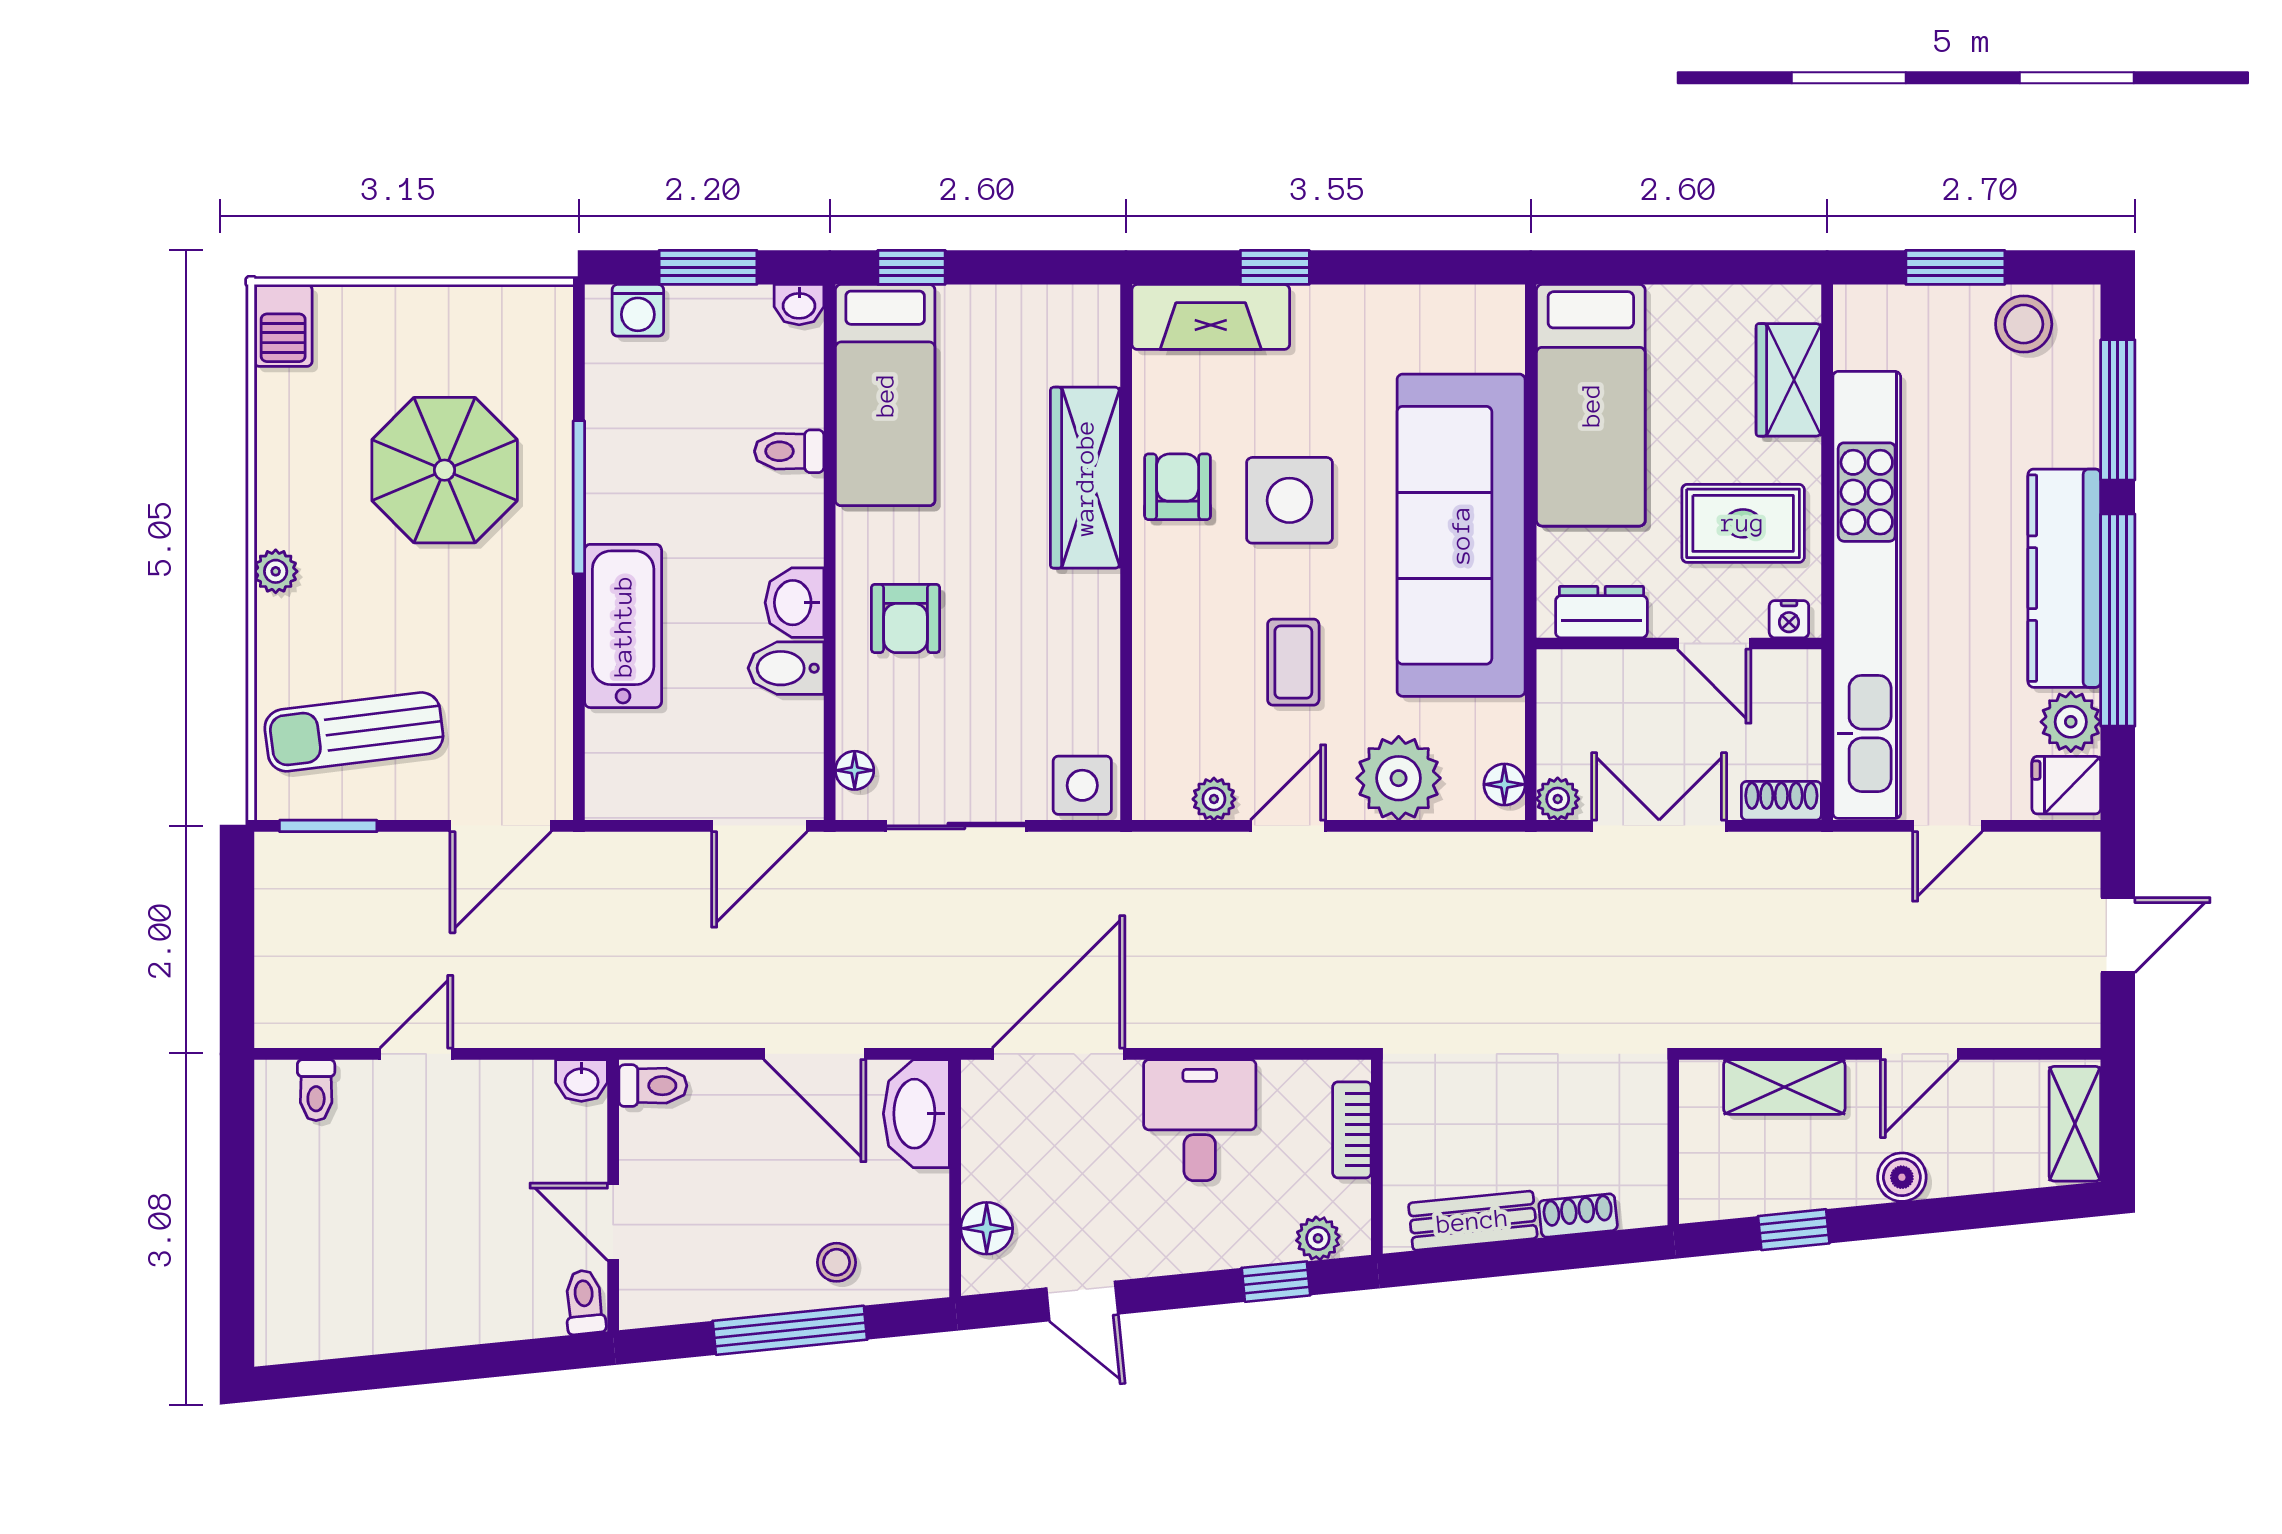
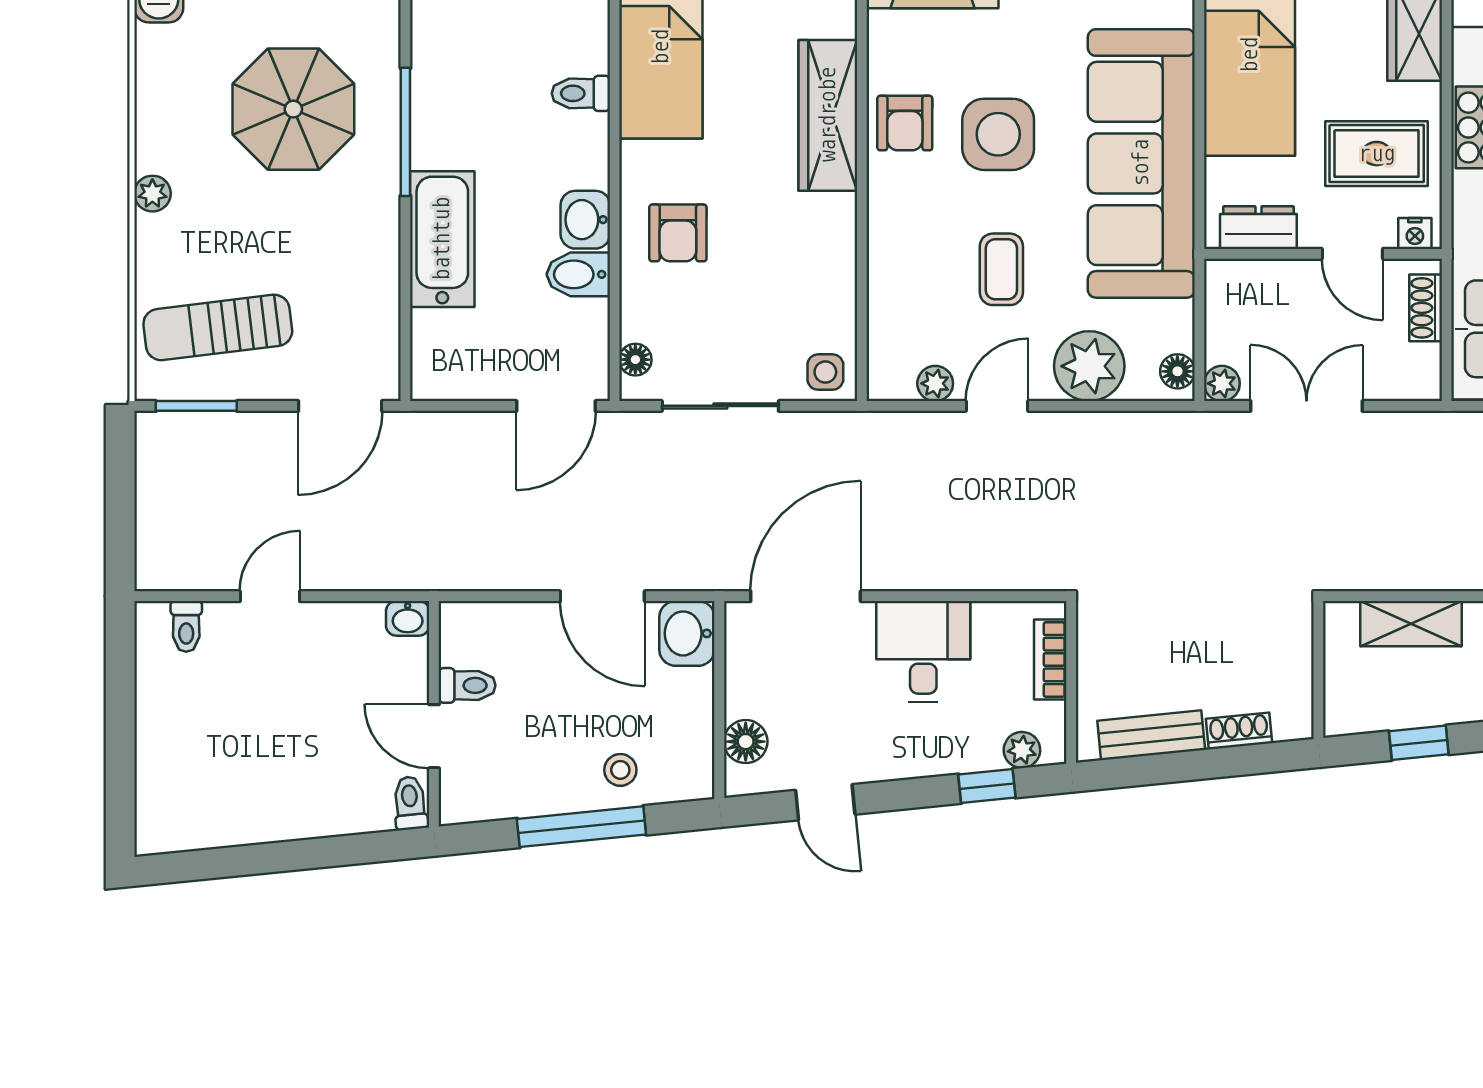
armchair: (1178, 487) -> (905, 123), turned 180
side table: (1082, 785) -> (825, 372), width x0.73, depth x0.73
shoe rack: (1781, 801) -> (1426, 308), moved, turned -90
toilet: (653, 1086) -> (467, 685), moved
washbasin: (916, 1114) -> (687, 633), width x0.72

